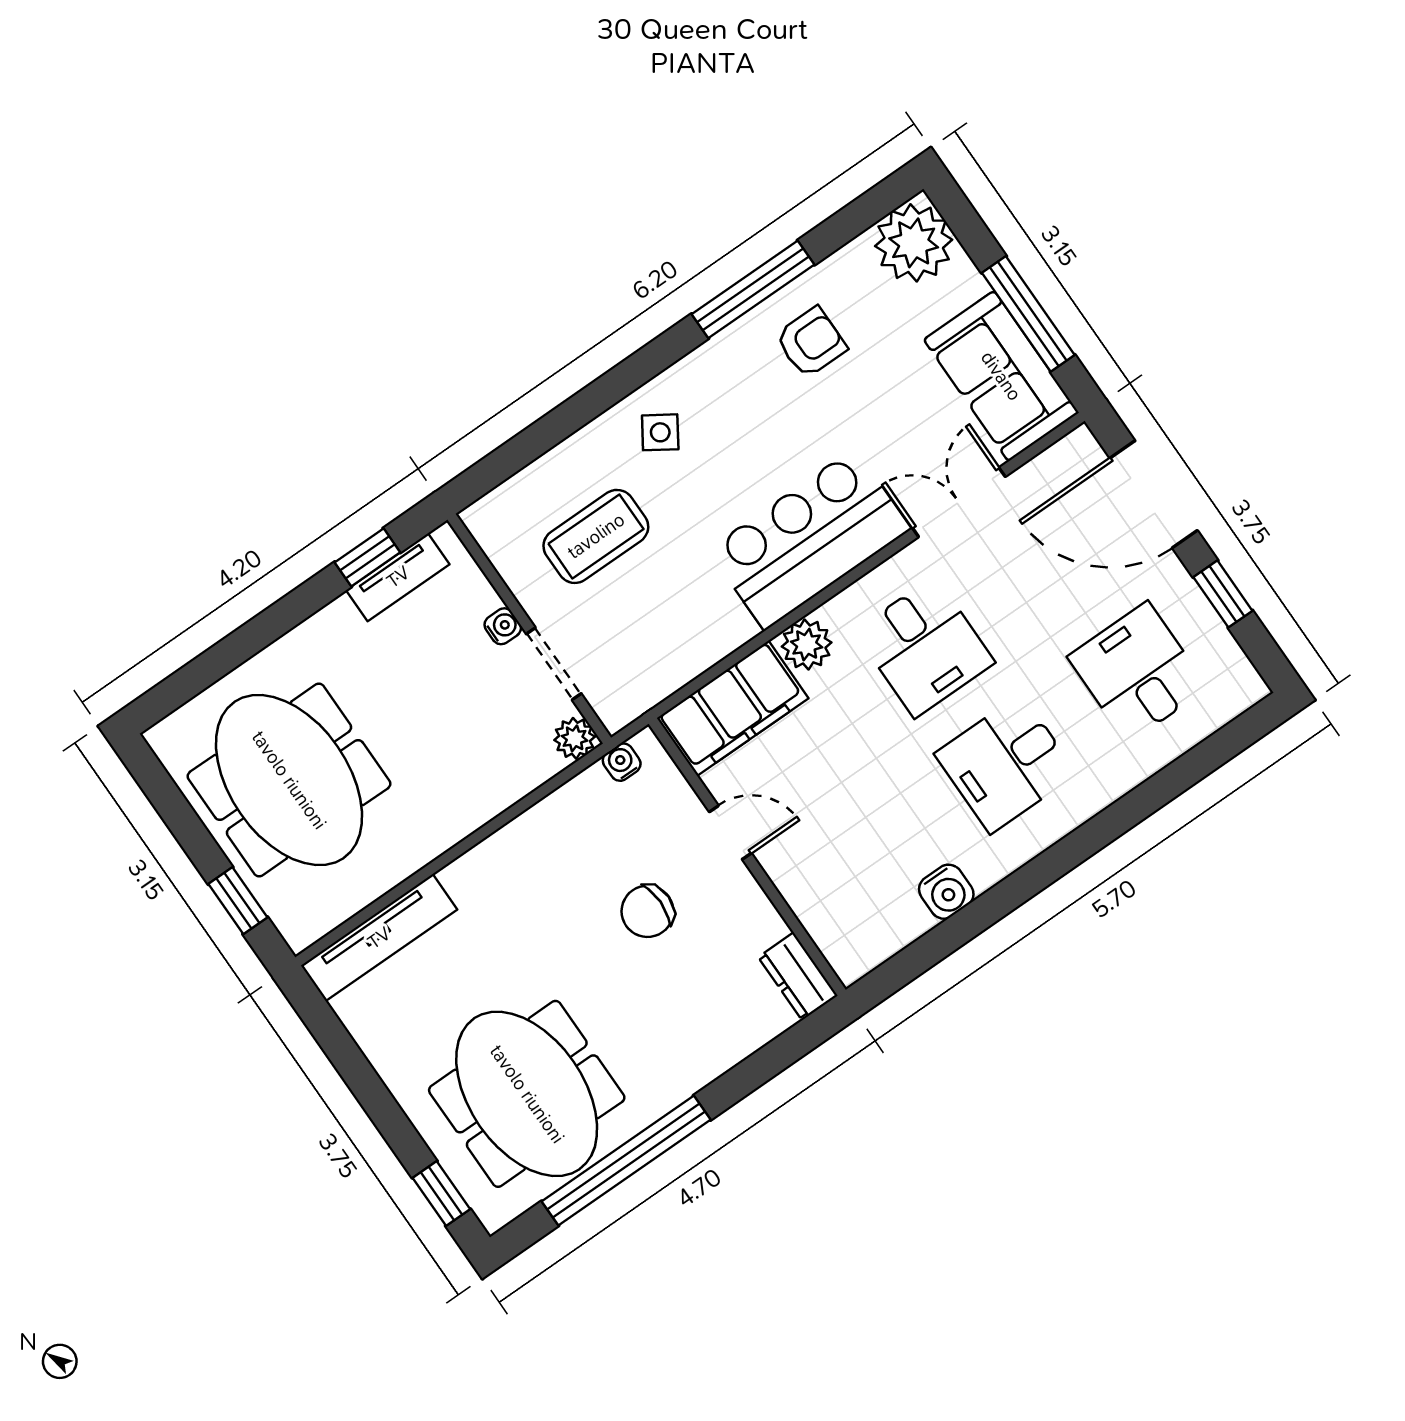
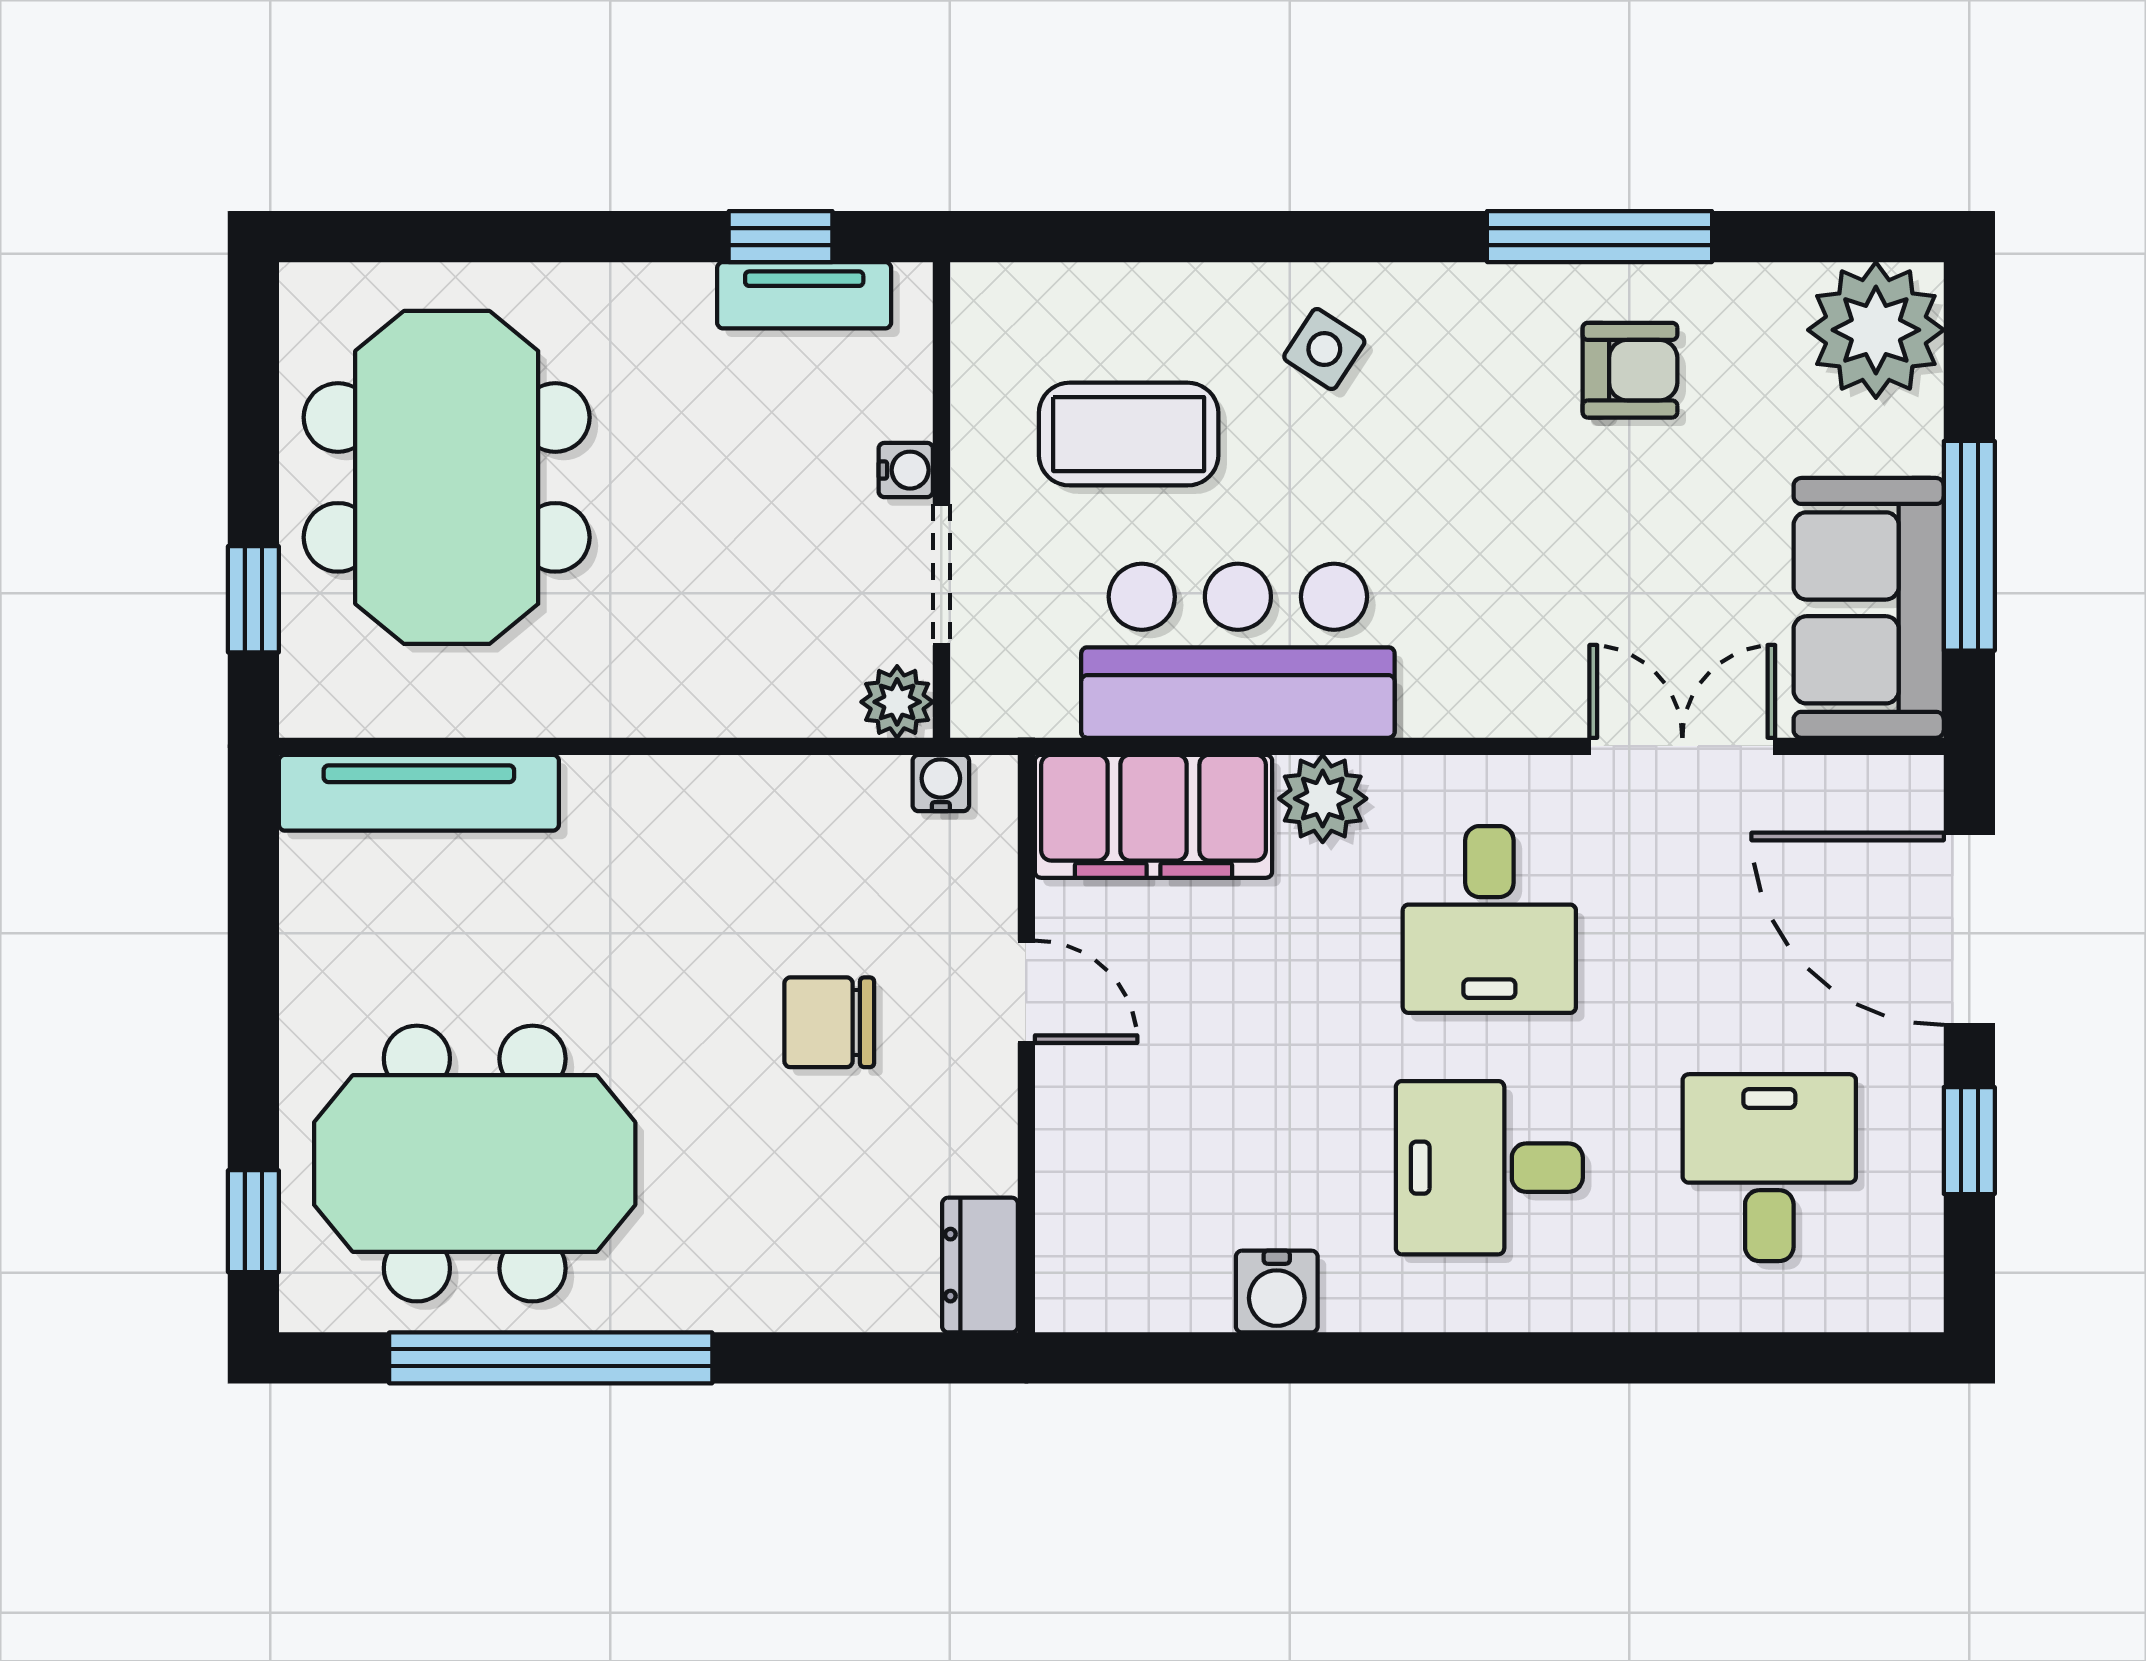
bar counter: (810, 539) -> (1238, 651), moved
meeting table: (527, 1094) -> (475, 1164), turned 90

